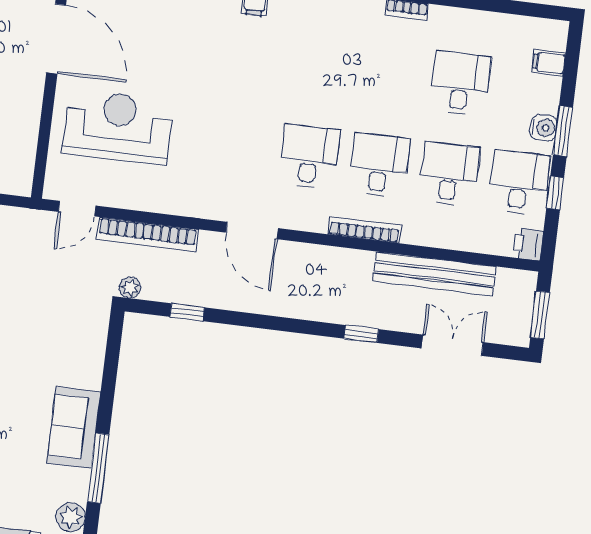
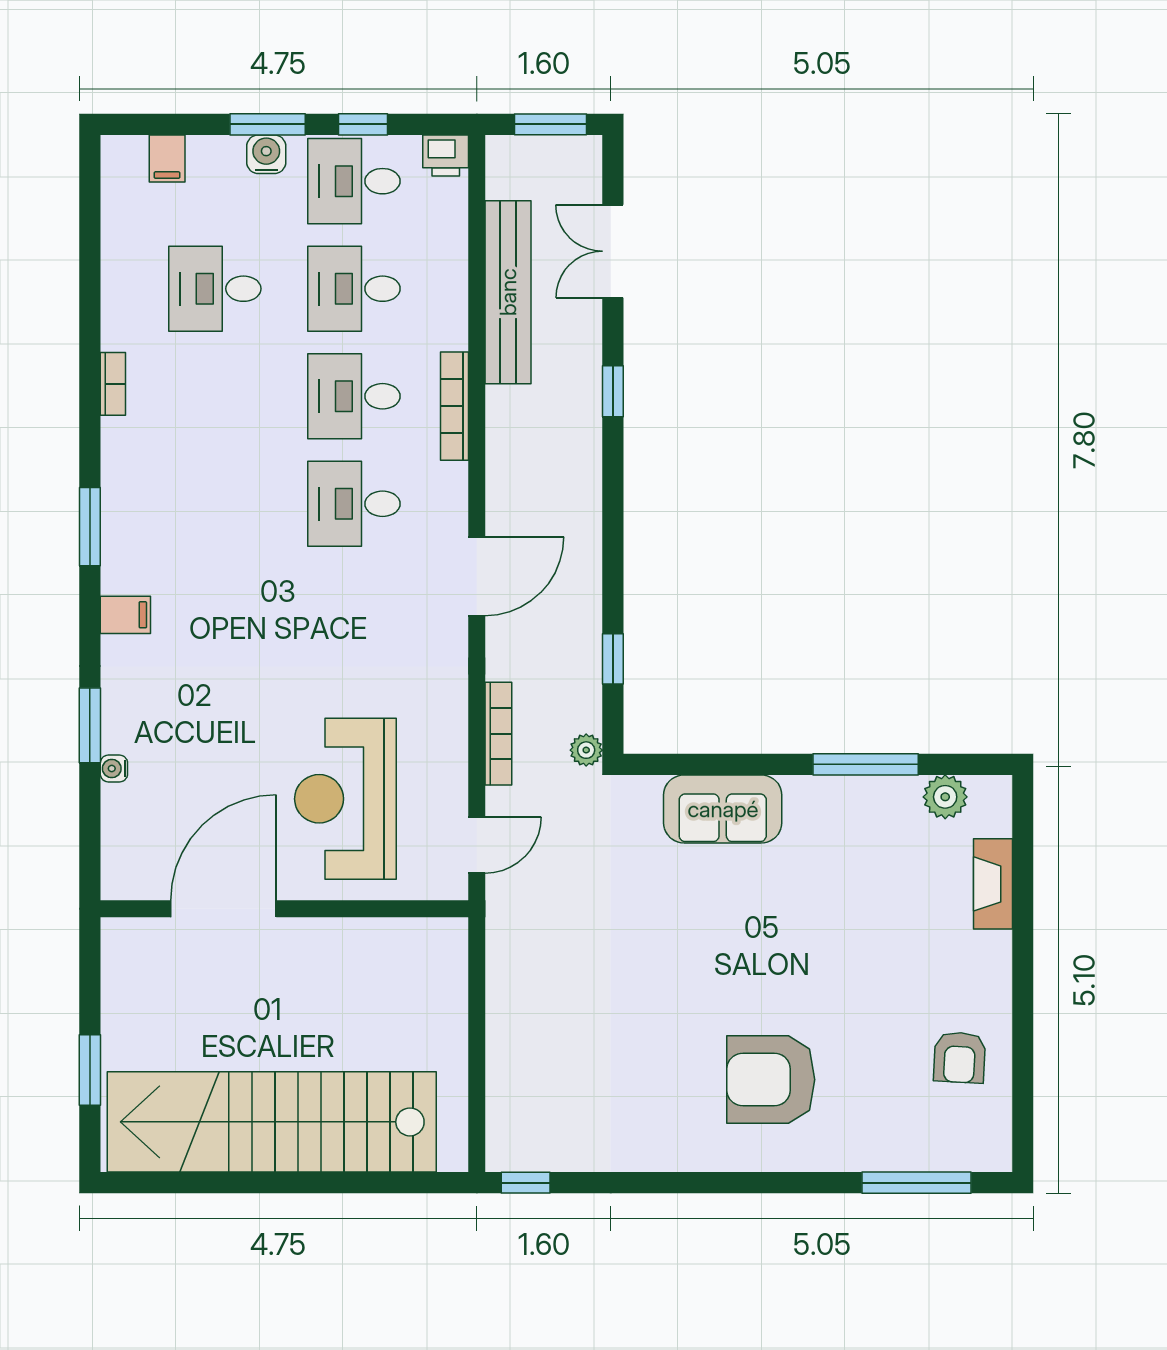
door: (77, 209) -> (477, 845), hinge flipped
bookcase: (148, 234) -> (498, 734), width x0.68, depth x0.76
sofa: (74, 427) -> (723, 809), moved

